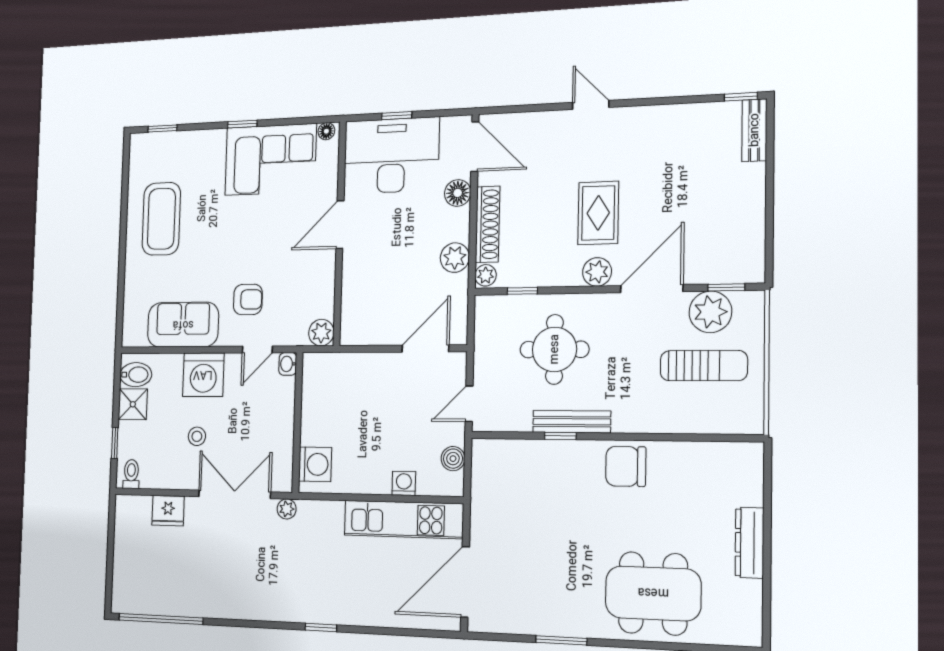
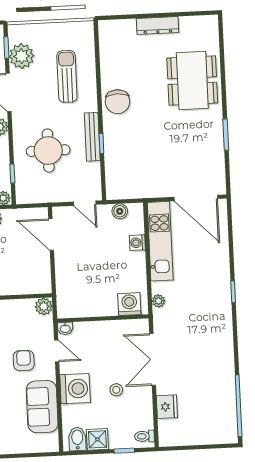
sun lounger: (704, 366) -> (67, 76), moved
plant: (287, 509) -> (158, 301), moved

